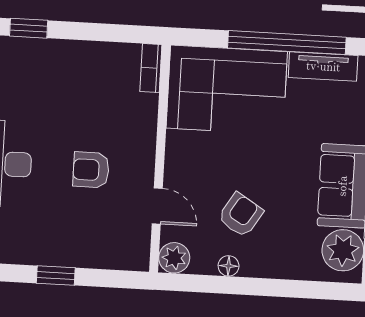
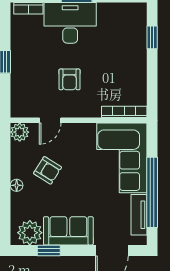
bookcase: (151, 68) -> (124, 112), width x1.56
armchair: (91, 170) -> (69, 79), turned 180
floor lamp: (229, 266) -> (17, 185), moved

